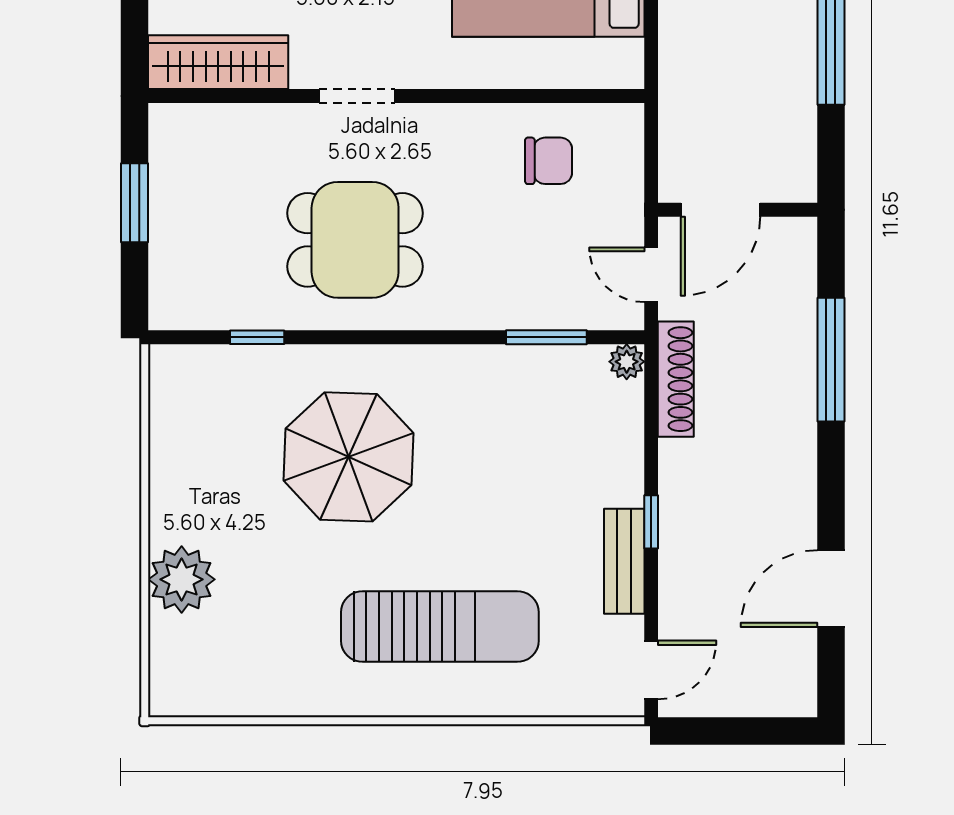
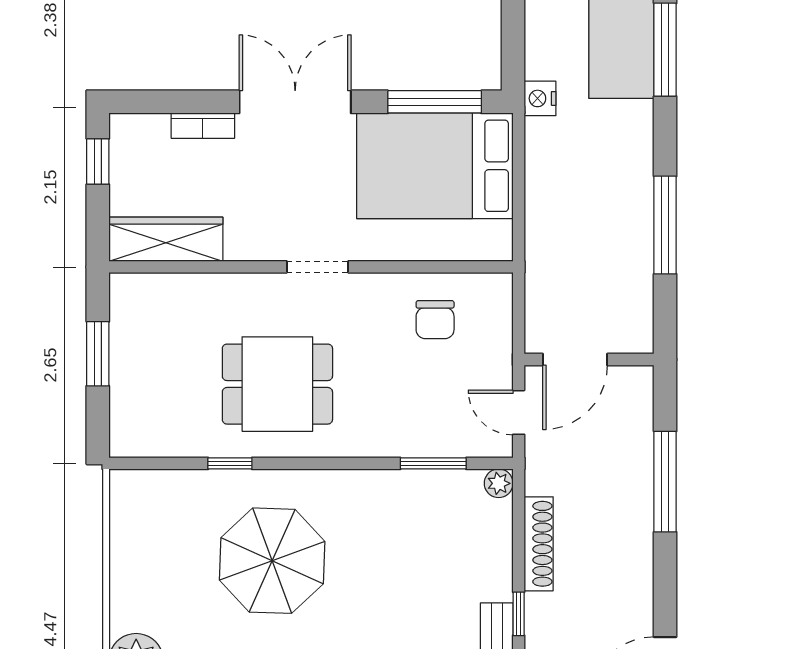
doorway: (357, 96) -> (318, 267), moved
chair: (549, 161) -> (435, 320), turned 90
window: (257, 337) -> (230, 463), moved
shoe rack: (676, 379) -> (539, 544), moved

